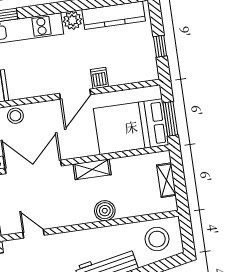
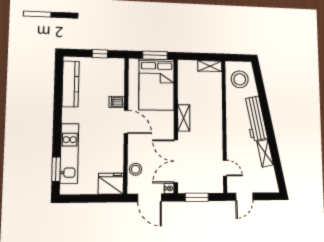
plant: (73, 20) -> (69, 115), removed
shelving: (166, 180) -> (210, 66), moved
boiler: (105, 211) -> (215, 113), removed
door: (34, 234) -> (225, 168), swing flipped

